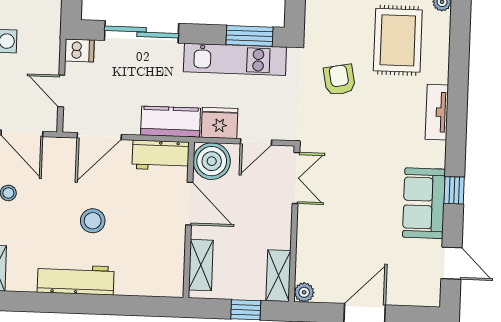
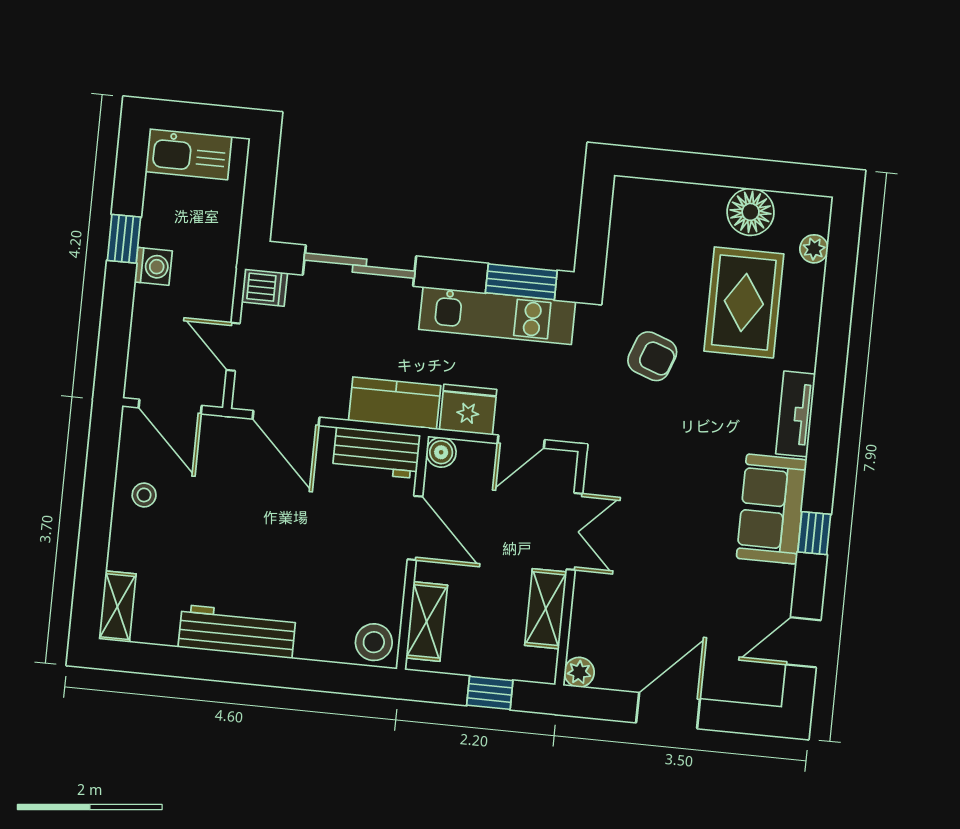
armchair: (339, 80) -> (652, 356), turned 121
door: (99, 136) -> (286, 418), hinge flipped
boiler: (212, 161) -> (441, 452), width x0.54, depth x0.54
double door: (296, 178) -> (575, 531), moved
sofa: (424, 203) -> (772, 509), moved
stool: (93, 221) -> (374, 642), moved
door: (451, 263) -> (803, 642), swing flipped
shelving: (278, 276) -> (546, 609), moved

